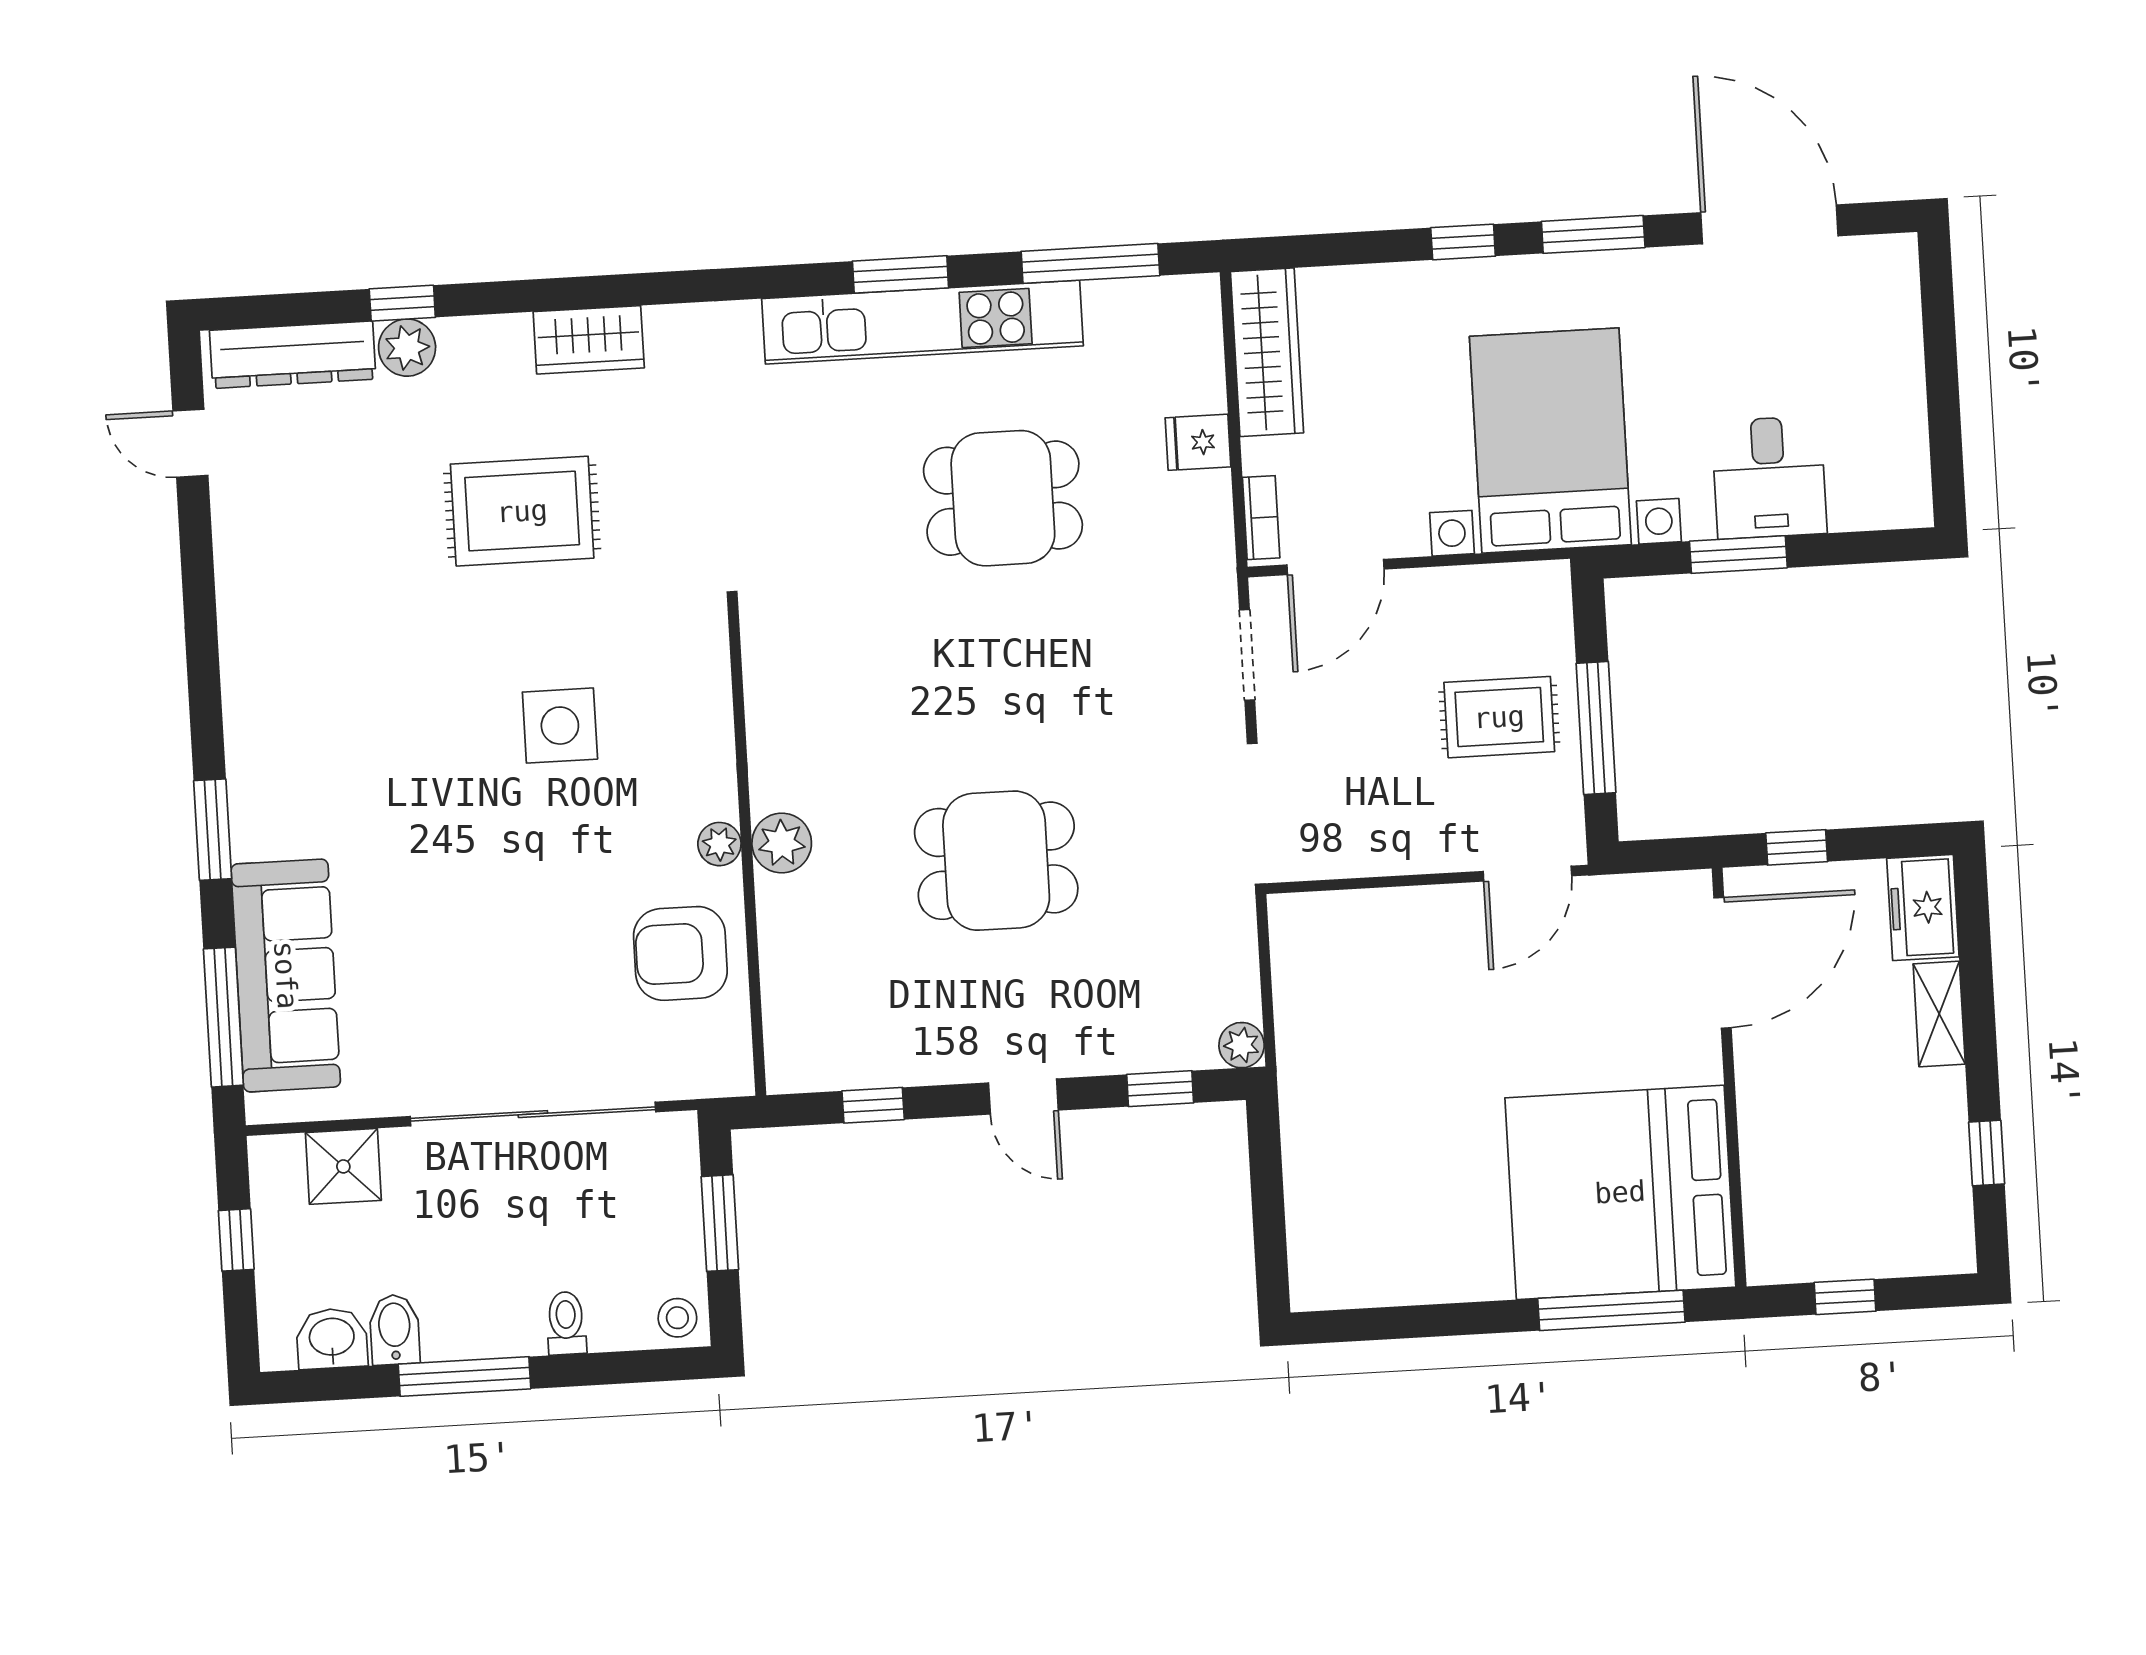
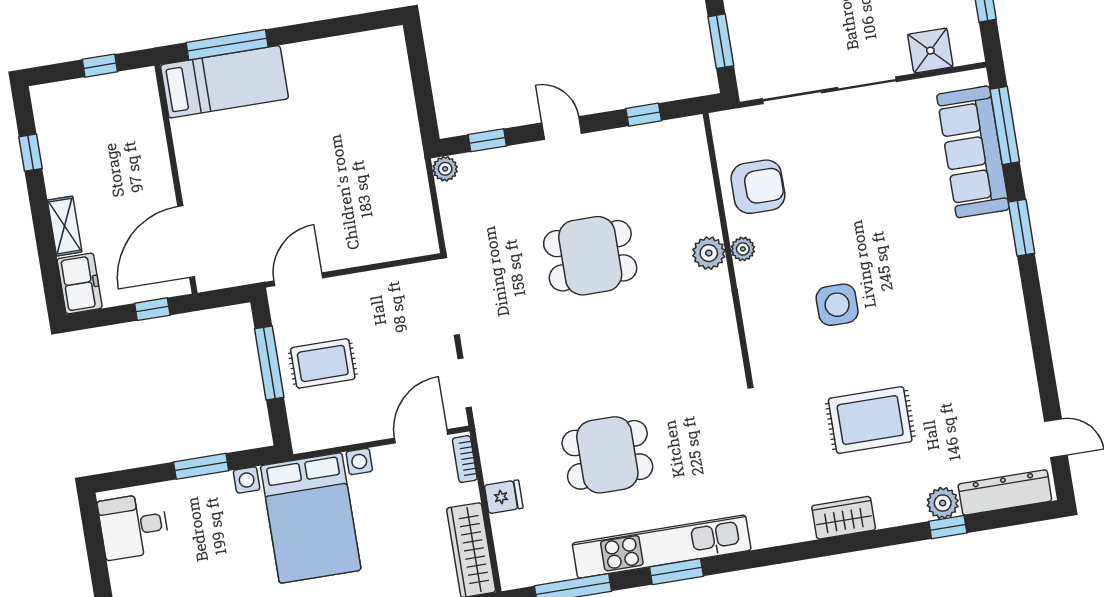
desk: (1769, 477) -> (134, 526), moved, turned -90
bed: (1620, 1192) -> (224, 82), width x0.49

